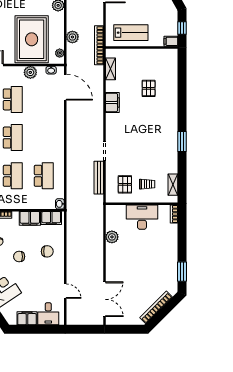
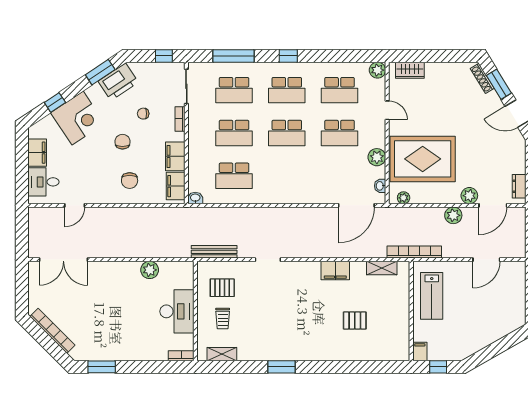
plant: (72, 37) -> (453, 215), moved
bench: (99, 178) -> (214, 252), moved

